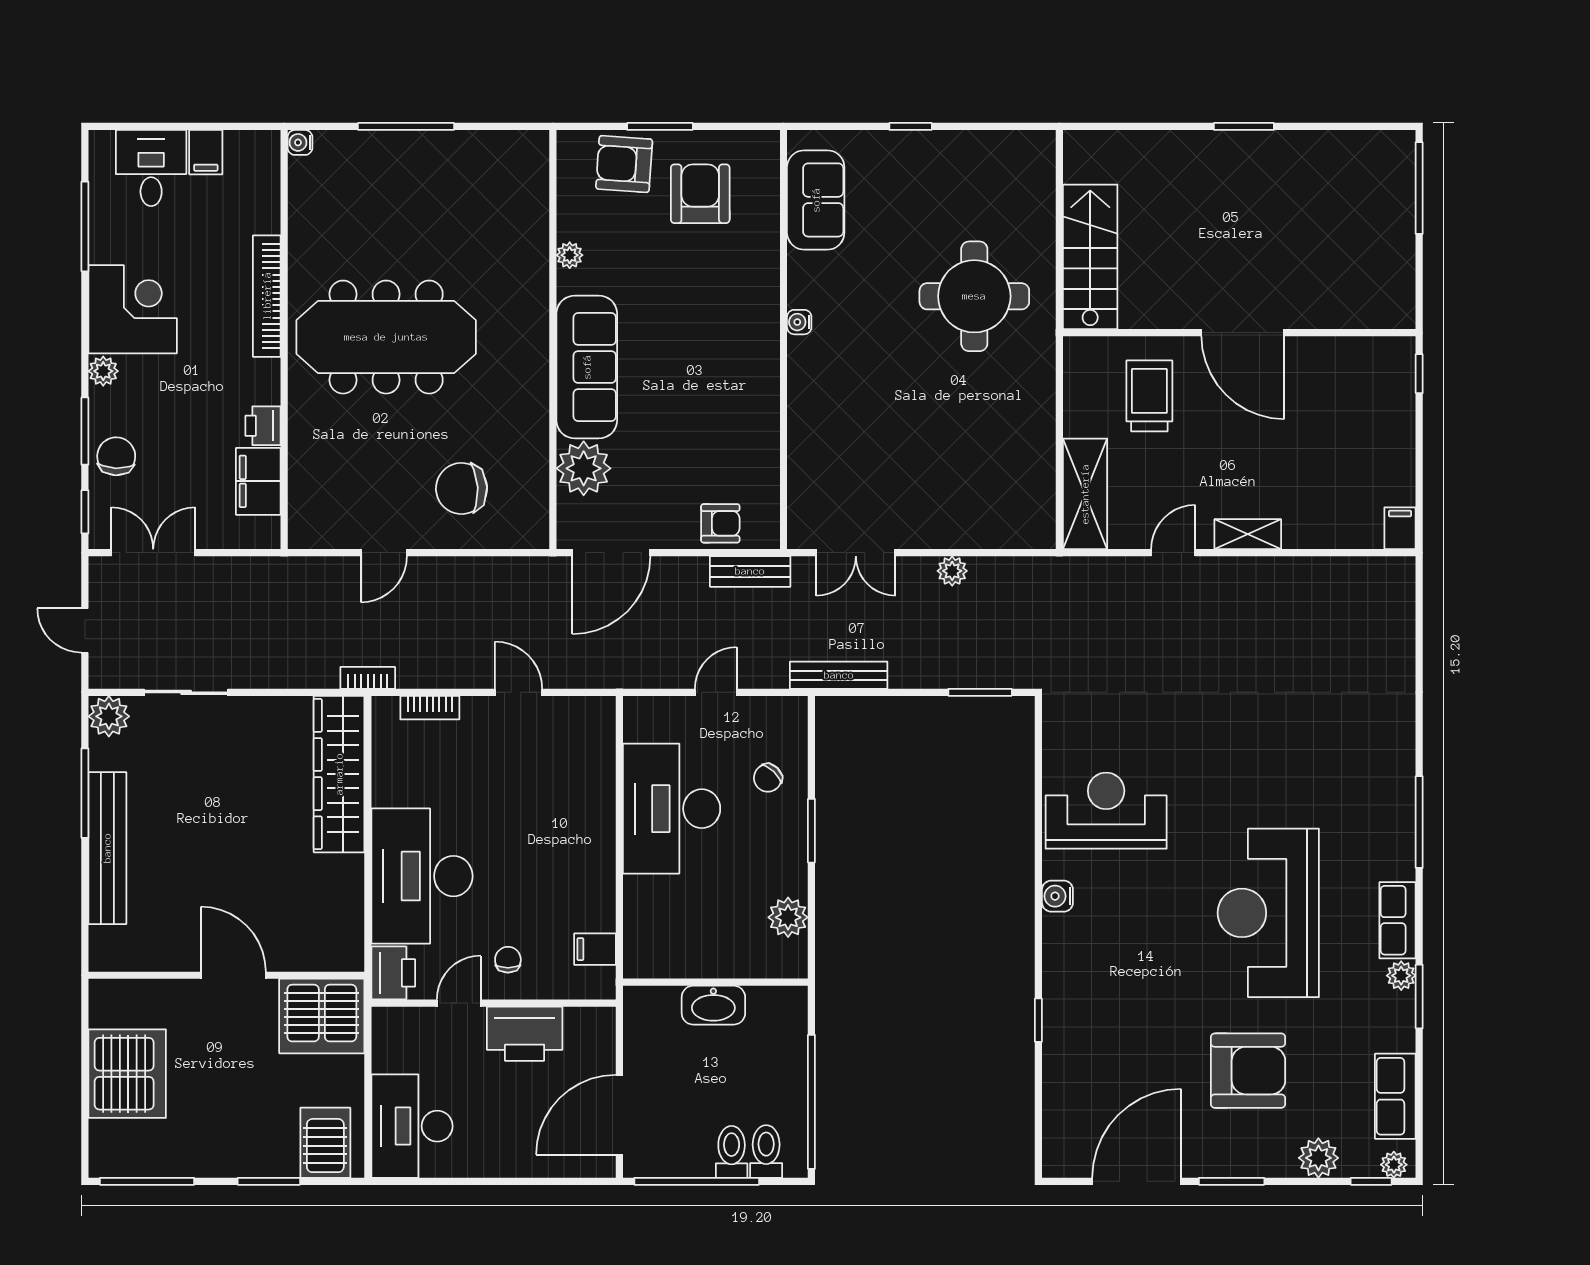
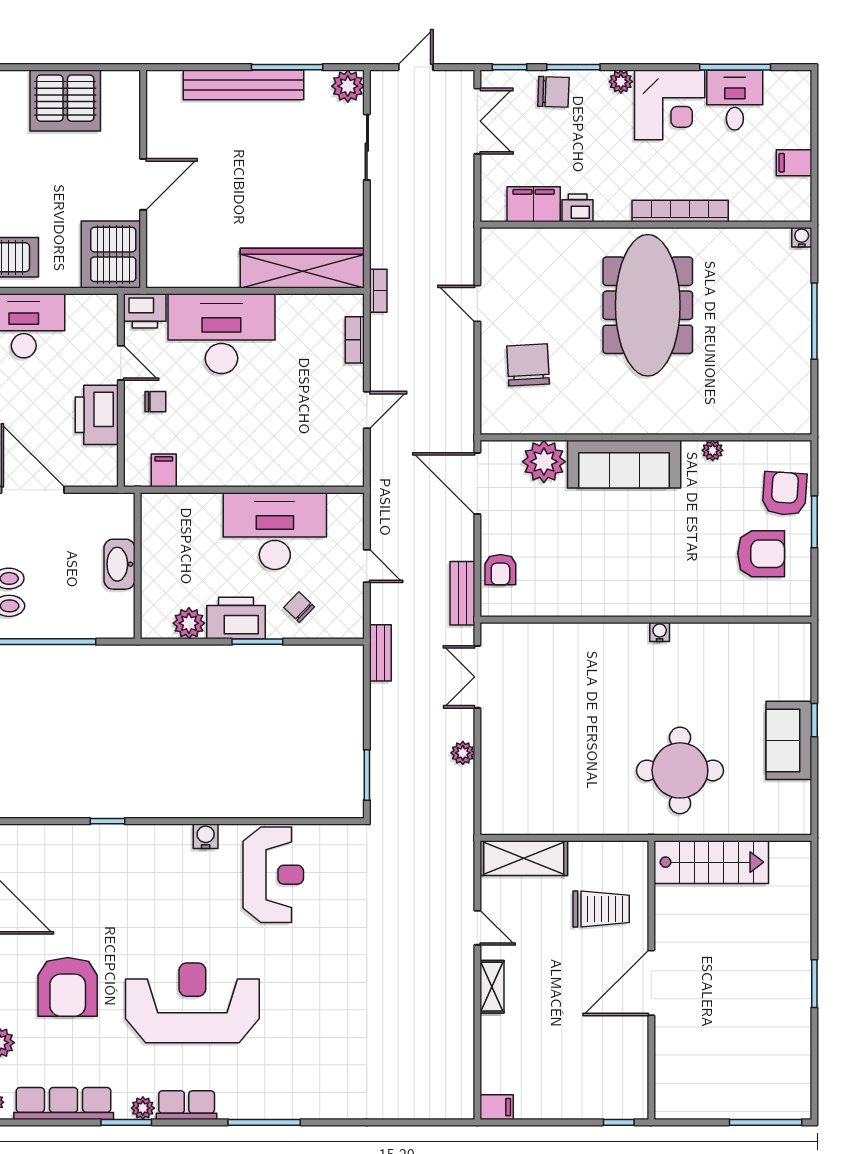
desk: (151, 168) -> (735, 100), moved, turned -90
sofa: (816, 200) -> (789, 740), moved, turned 90
bench: (839, 675) -> (380, 653), width x0.73
printer: (781, 858) -> (236, 618), added
row of seats: (1395, 1096) -> (64, 1103), width x1.48

